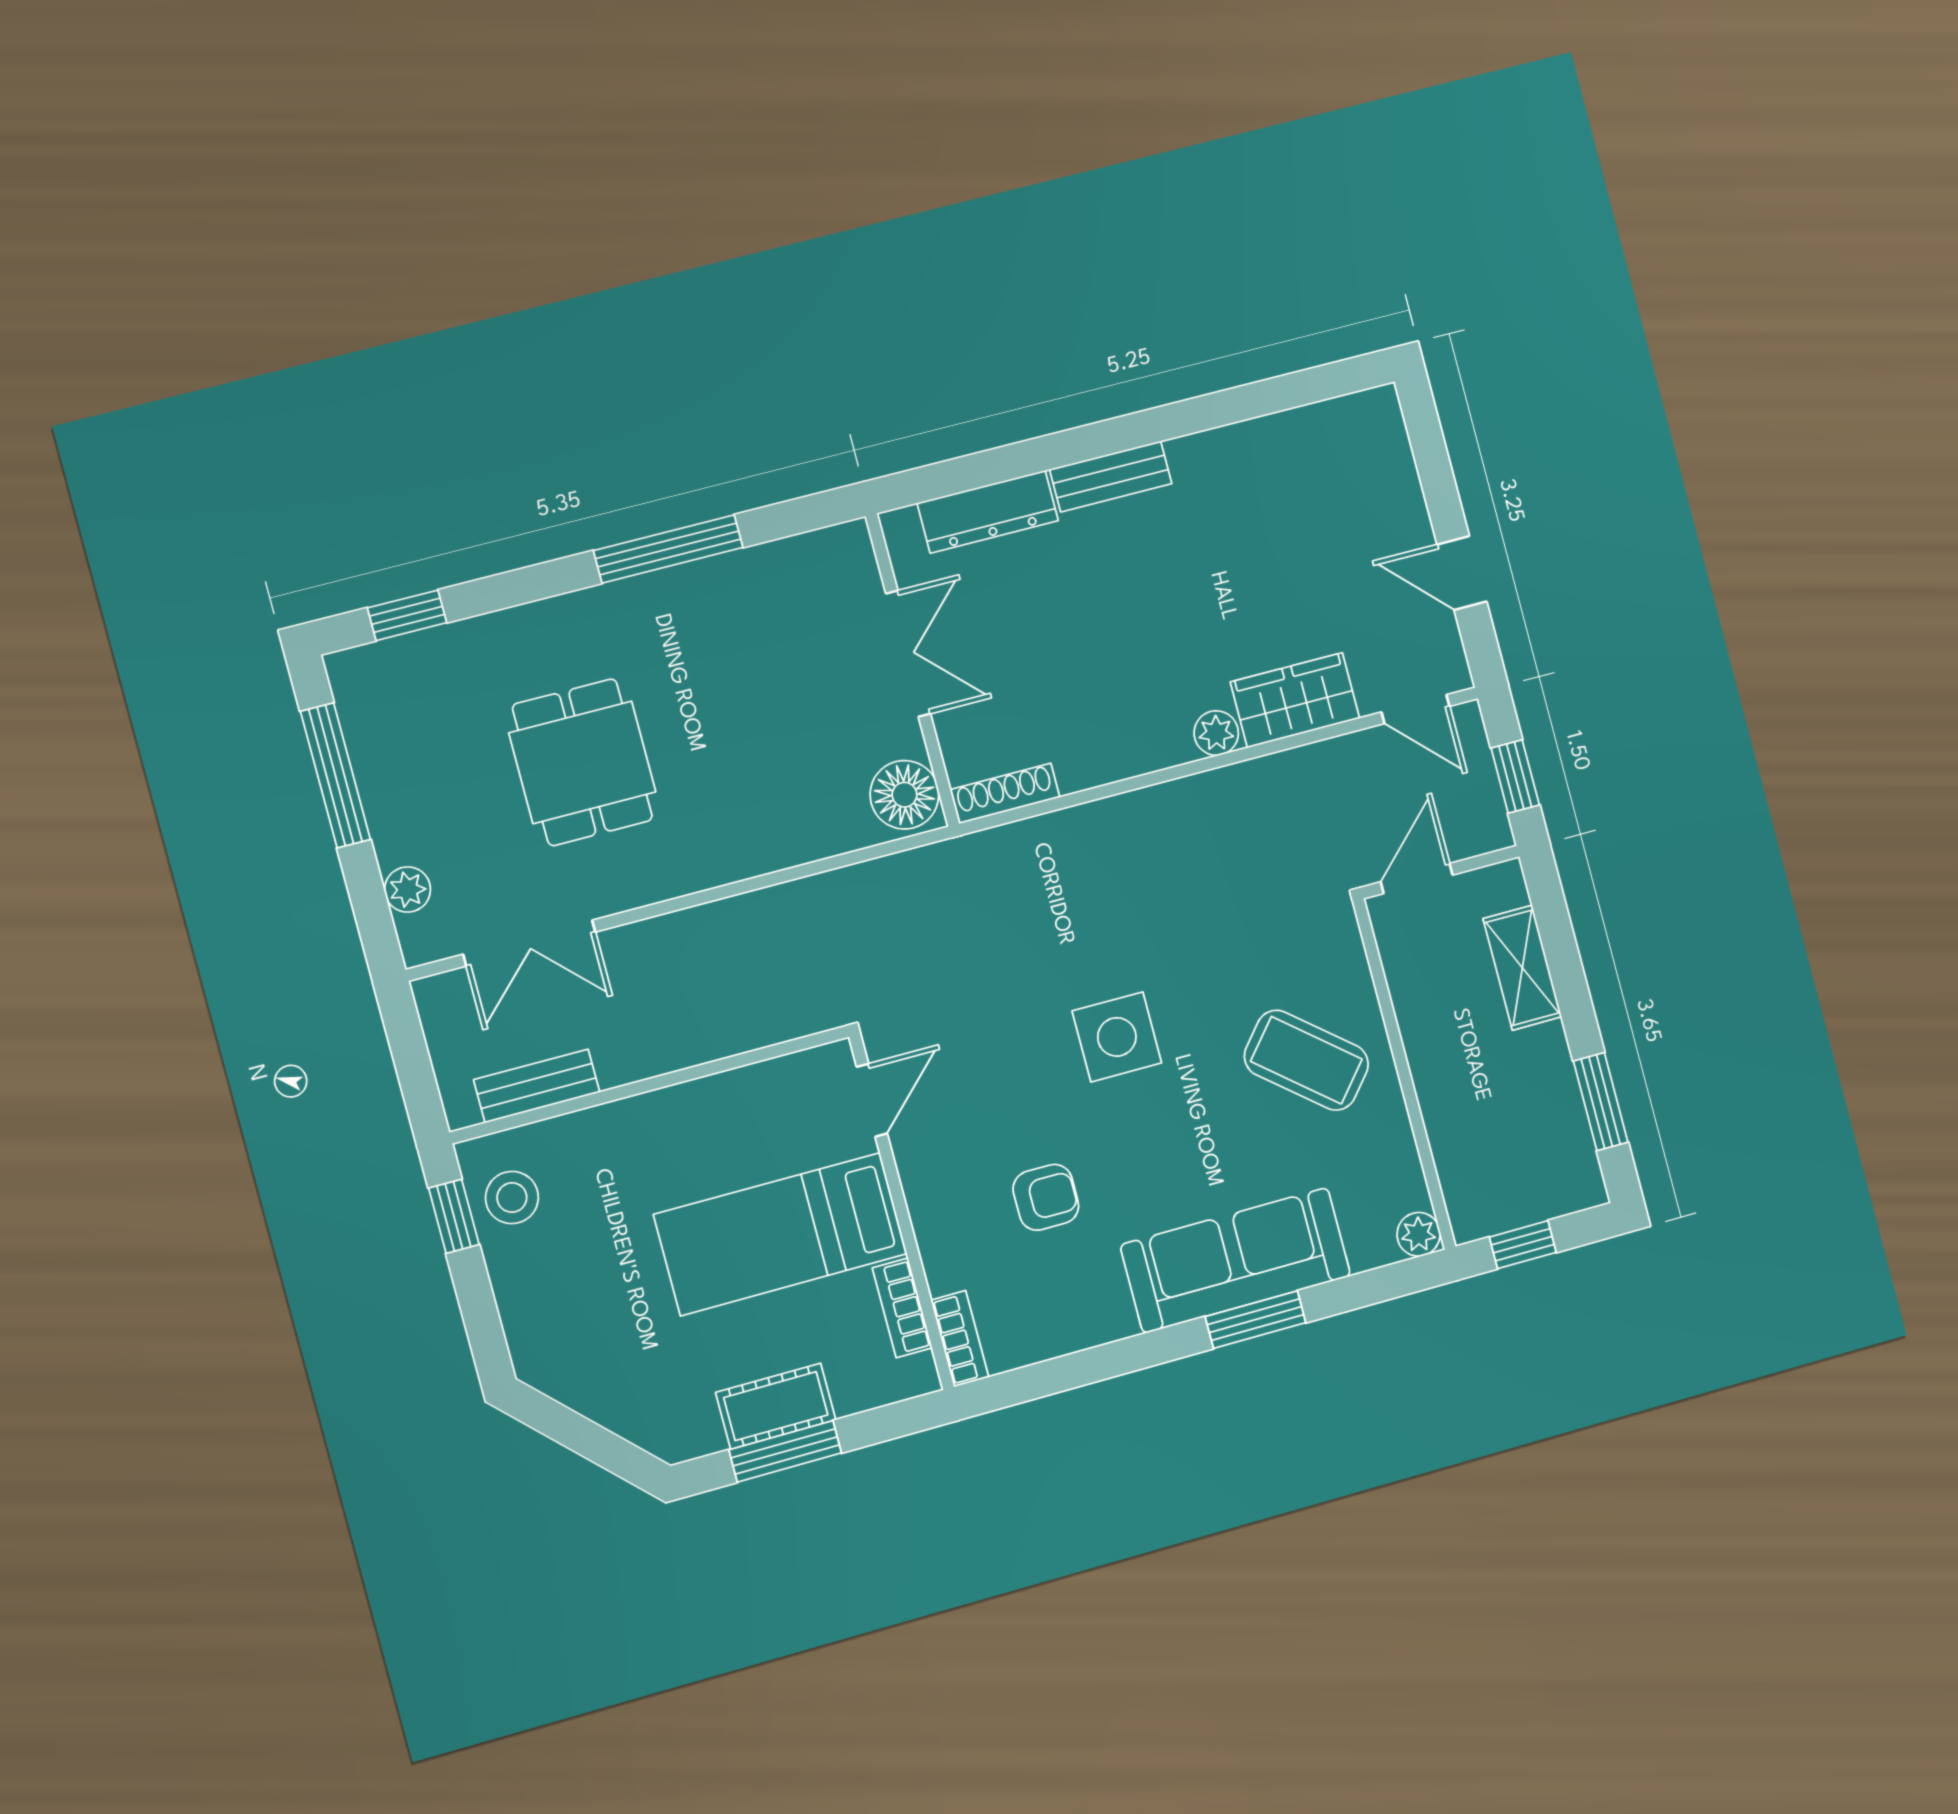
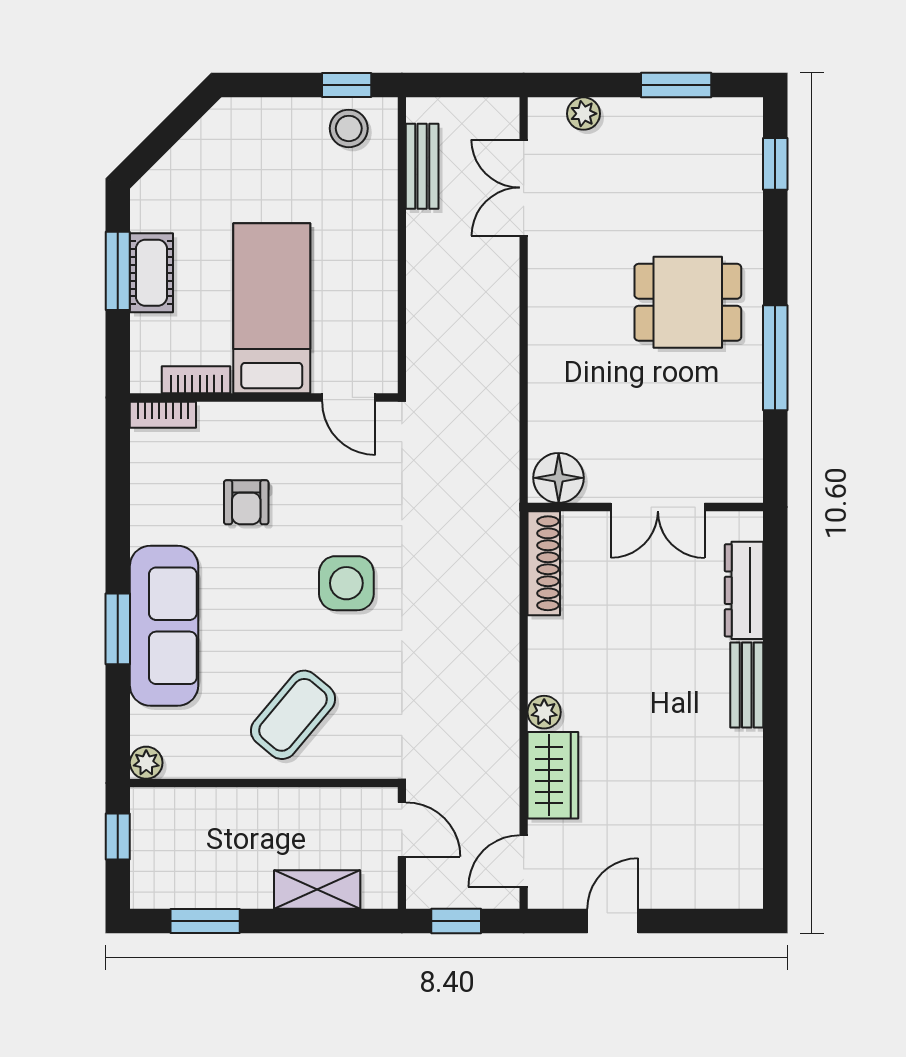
dining table: (582, 762) -> (688, 302), moved
window: (335, 775) -> (676, 85), width x0.69
shoe rack: (1005, 793) -> (544, 563), width x1.36, depth x1.24

